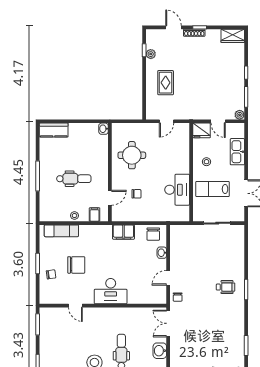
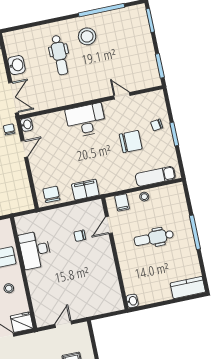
round table: (132, 155) -> (94, 278), removed
washbasin: (162, 253) -> (27, 125), moved
chair: (76, 265) -> (131, 142), turned 180

